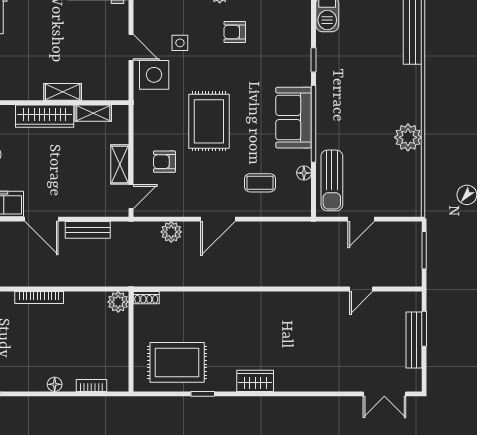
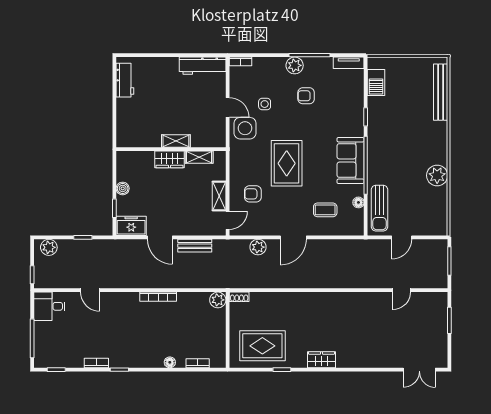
wardrobe: (45, 116) -> (170, 159), width x0.67
bench: (414, 340) -> (442, 329), removed

